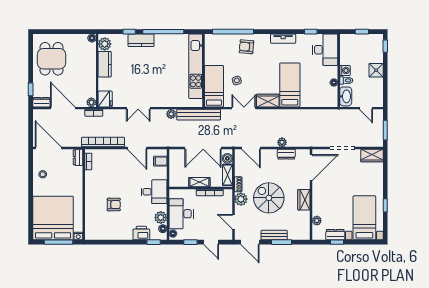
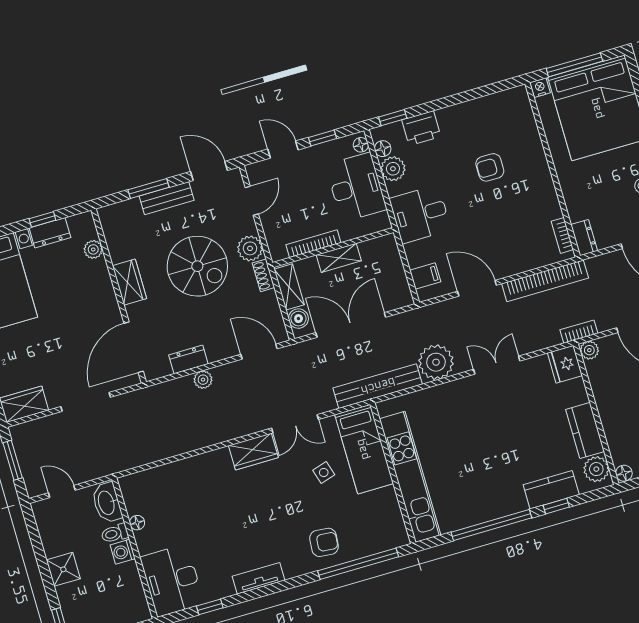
kitchen counter: (141, 40) -> (551, 490), moved
bed: (290, 85) -> (220, 494), removed
plant: (171, 114) -> (436, 362), width x1.87, depth x1.87
door: (233, 222) -> (252, 201), hinge flipped

